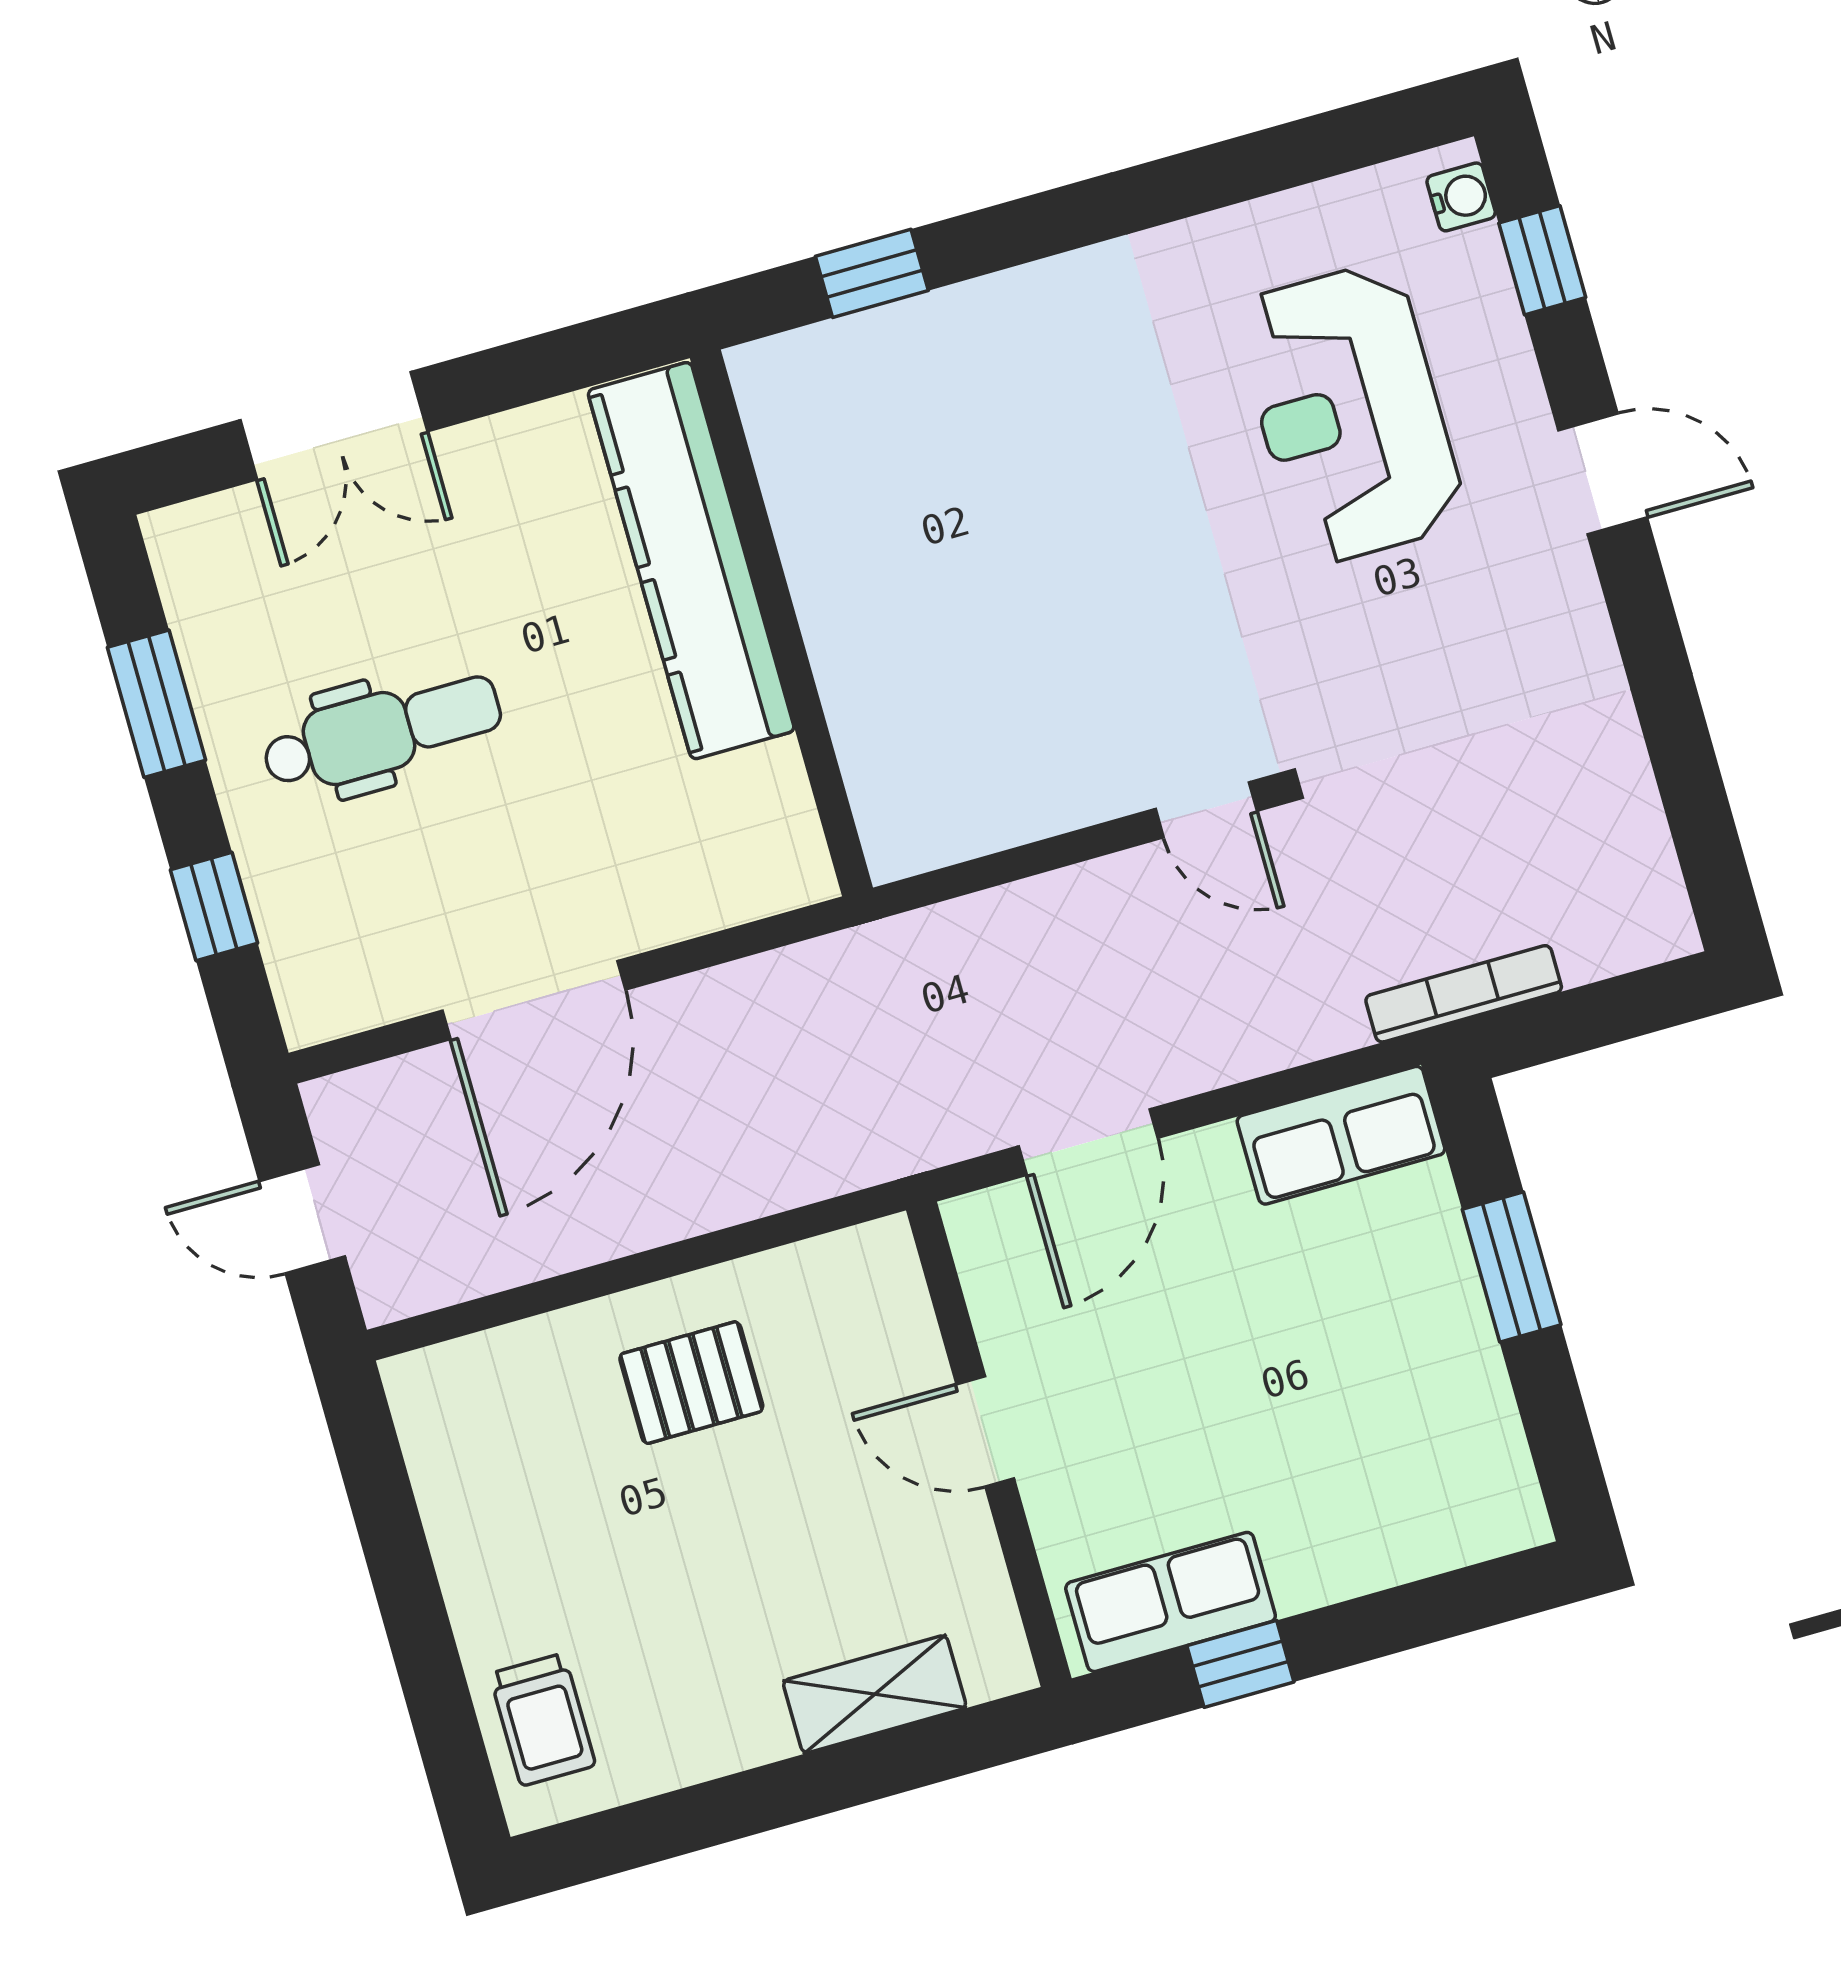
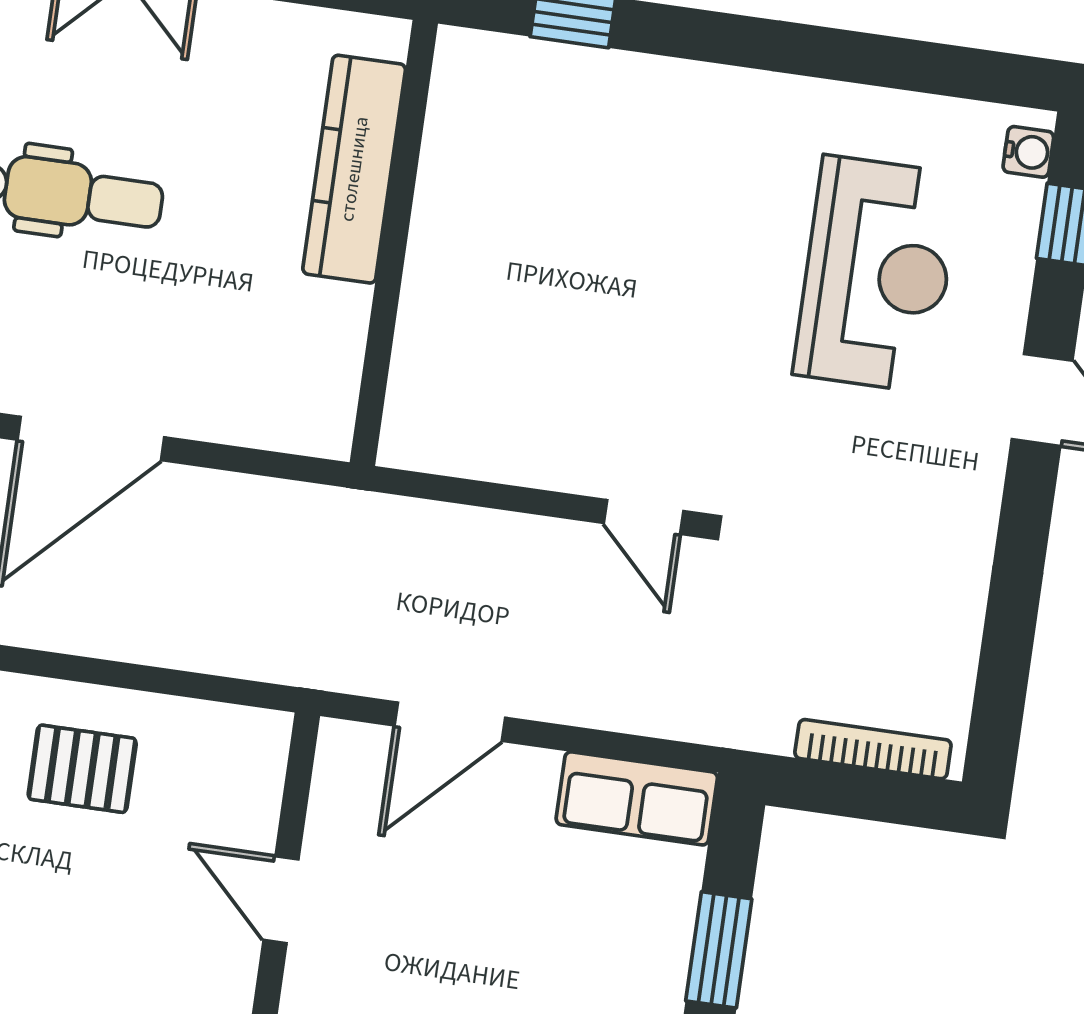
reception desk: (1350, 414) -> (877, 274), turned 180
kitchen counter: (691, 561) -> (354, 169), width x0.72, depth x0.86
bookcase: (1464, 994) -> (873, 749), moved

